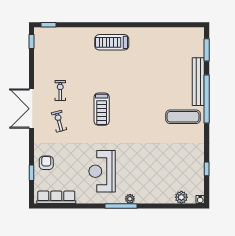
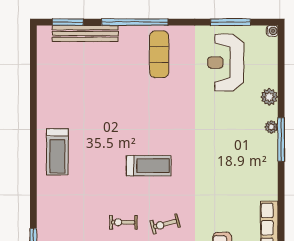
bench: (198, 82) -> (85, 33), moved
window: (207, 169) -> (230, 22), width x2.17
reception desk: (102, 171) -> (226, 63), moved, turned 90
plant: (181, 197) -> (269, 97), moved

